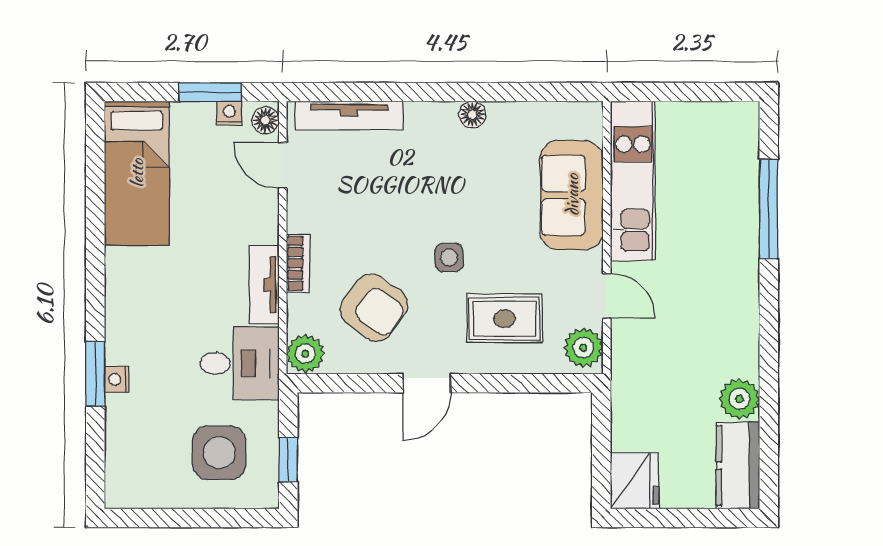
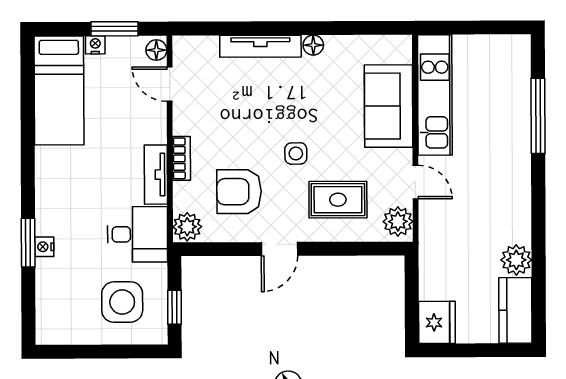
nightstand: (229, 113) -> (95, 45), moved
tv unit: (349, 116) -> (260, 46), moved
armchair: (374, 307) -> (239, 192), turned 144

